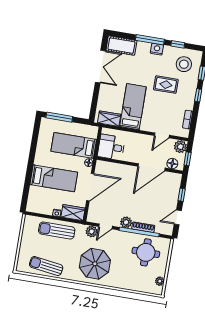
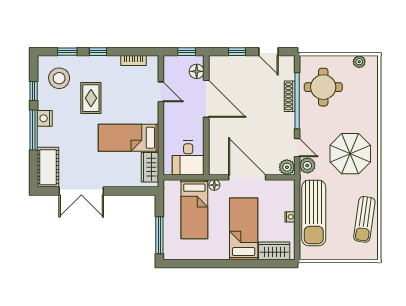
double door: (100, 67) -> (81, 191), swing flipped
plant: (180, 147) -> (172, 64), removed
wardrobe: (73, 213) -> (274, 251), moved, turned 90
plant: (126, 222) -> (287, 167), moved
sun lounger: (57, 230) -> (314, 213), width x1.36, depth x1.34

